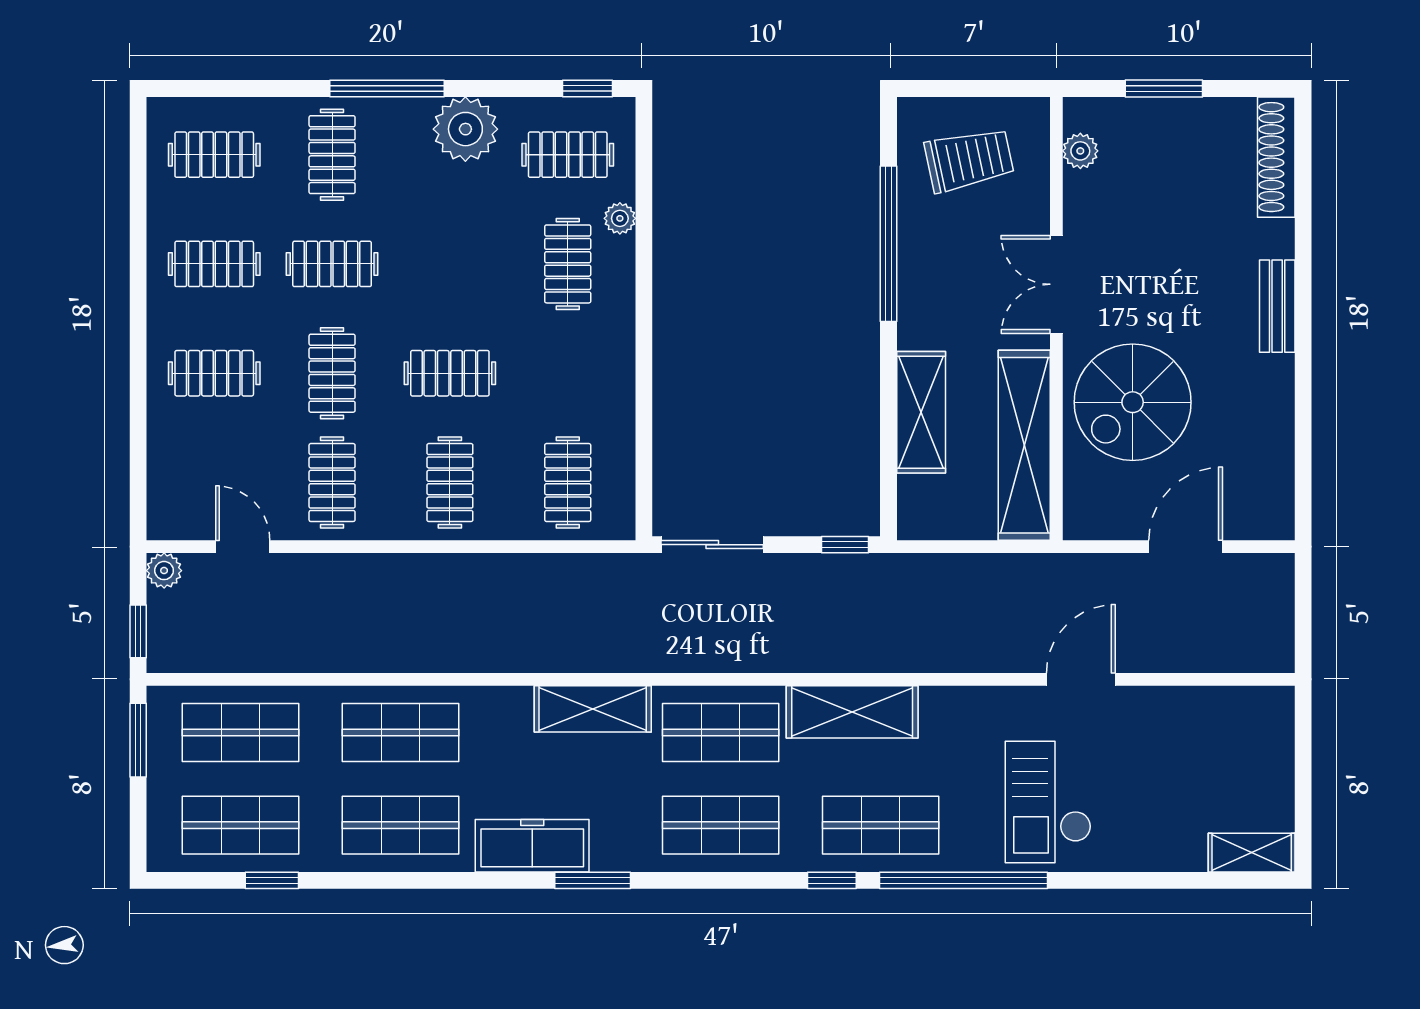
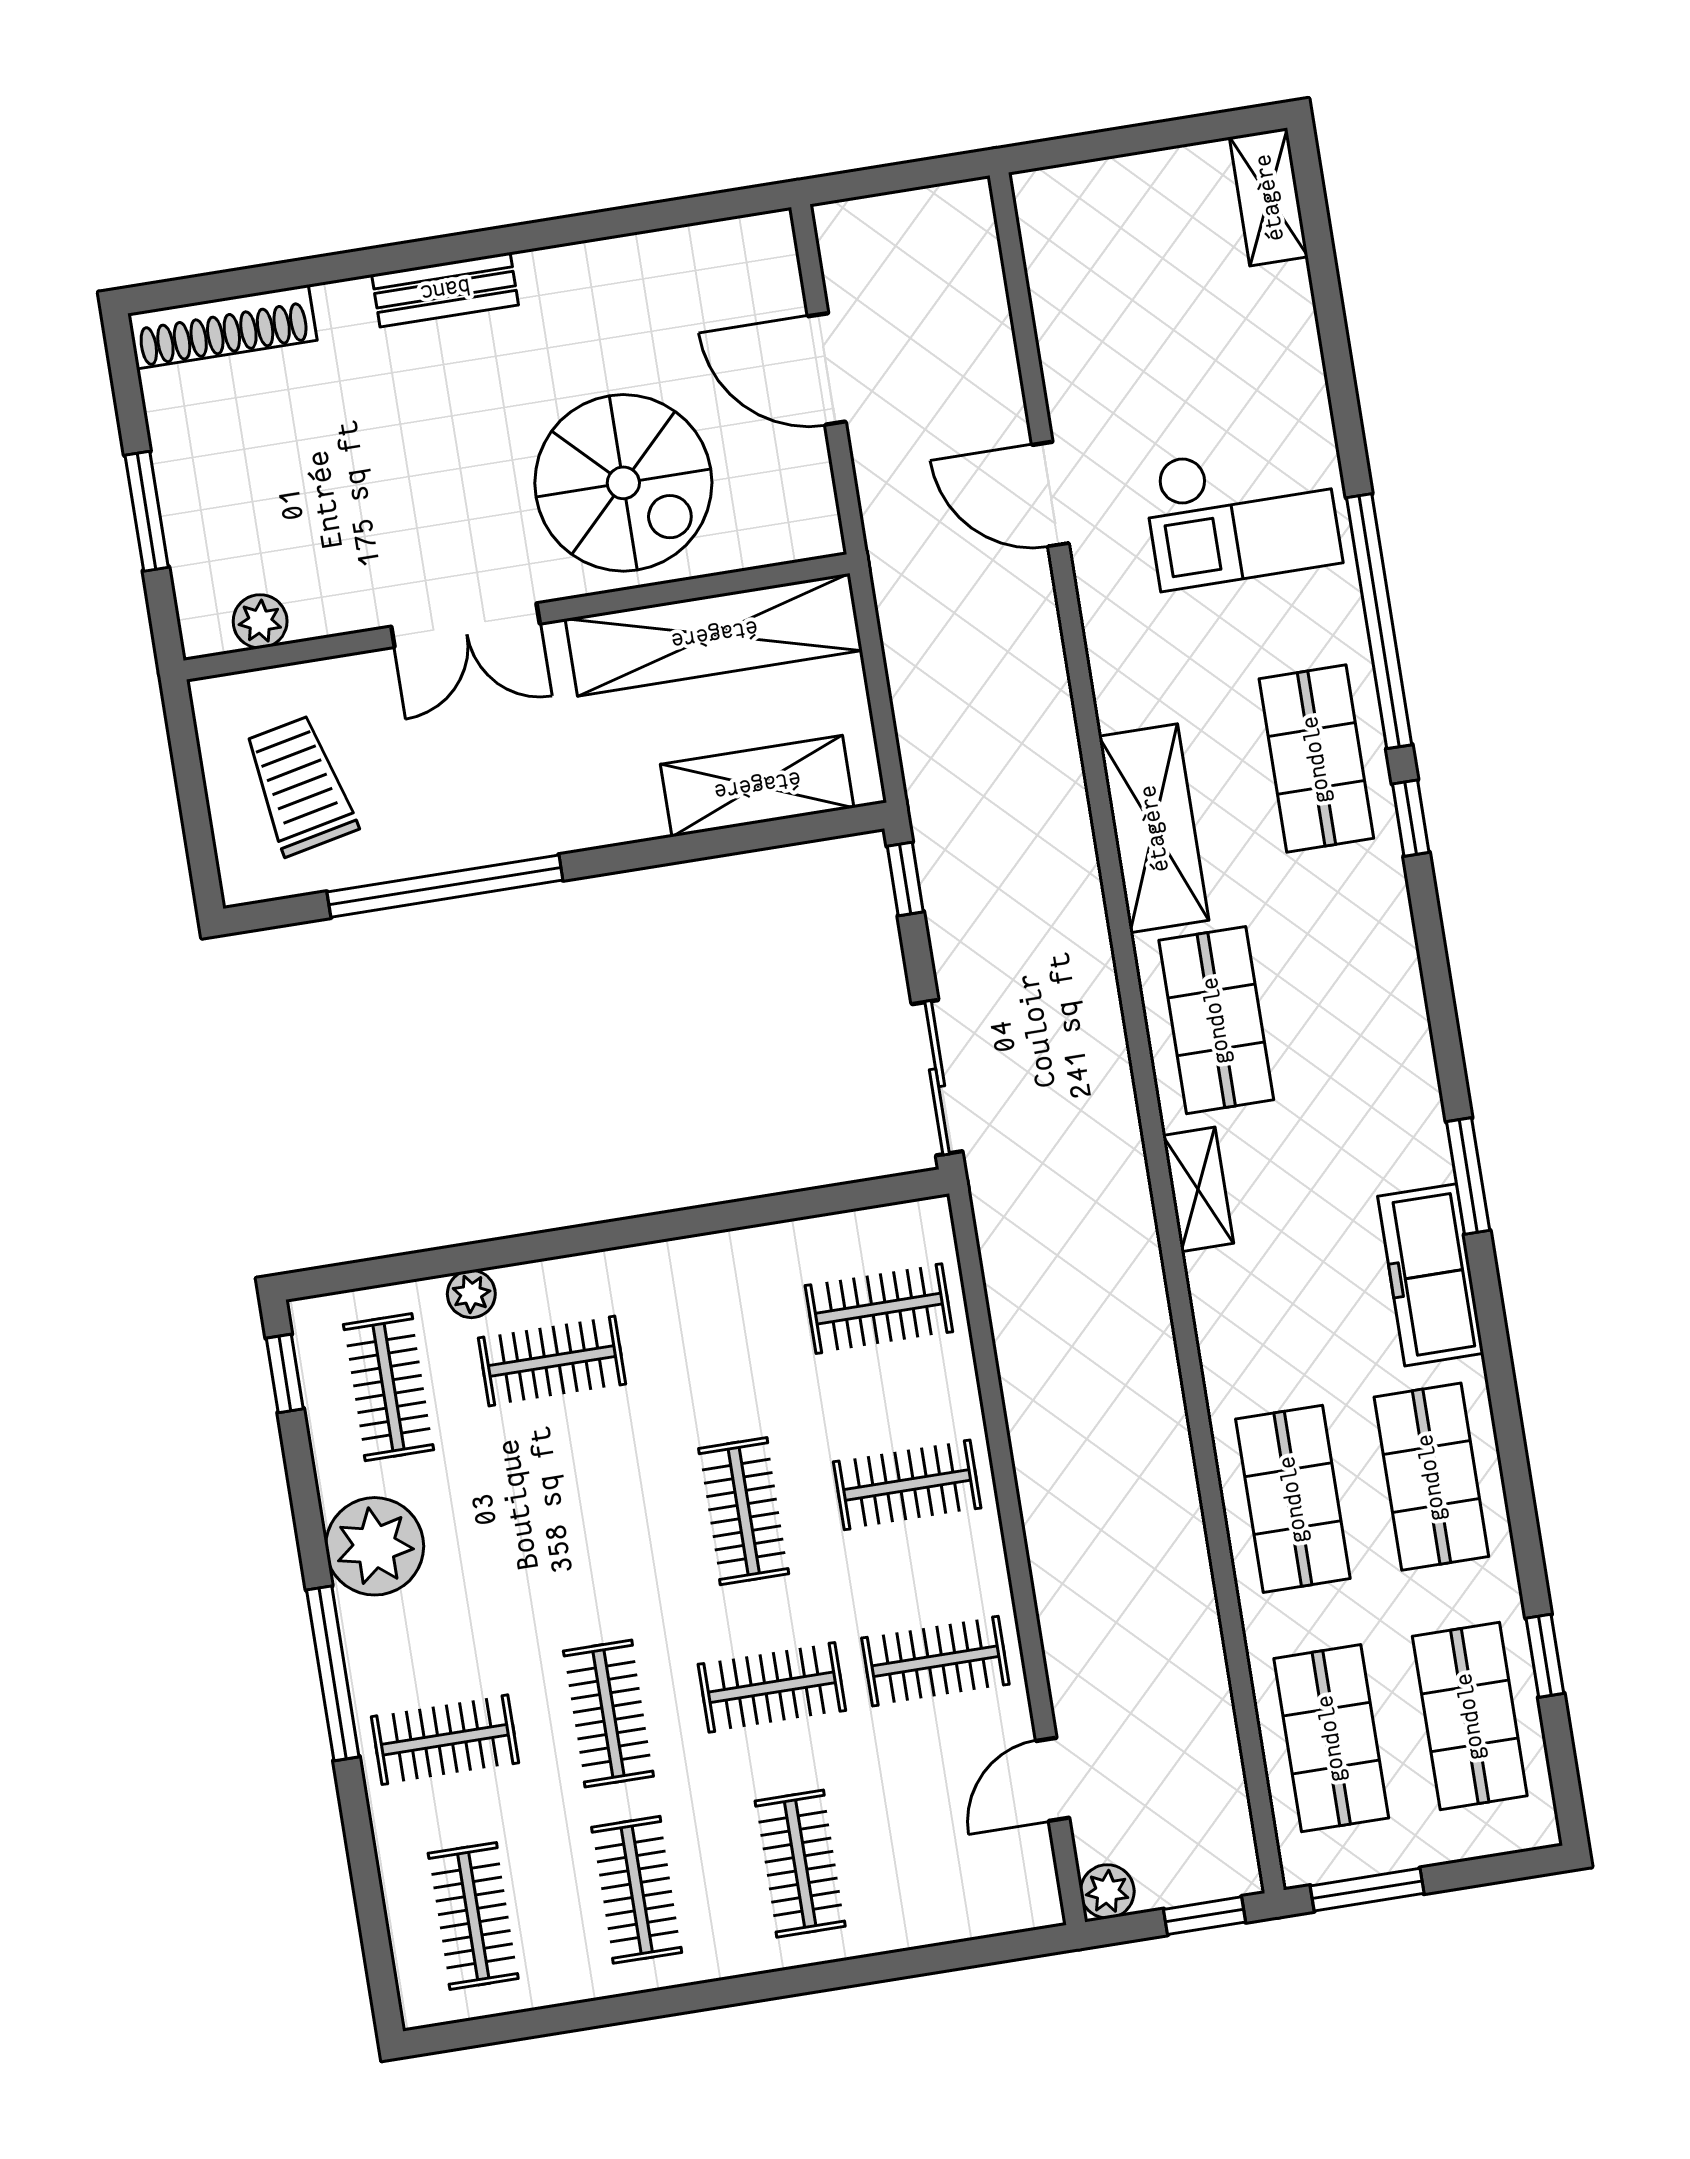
shelving: (921, 412) -> (757, 786), moved
shelving: (593, 709) -> (1198, 1189), width x0.67, depth x0.75
shop shelf: (721, 825) -> (1355, 998), removed

